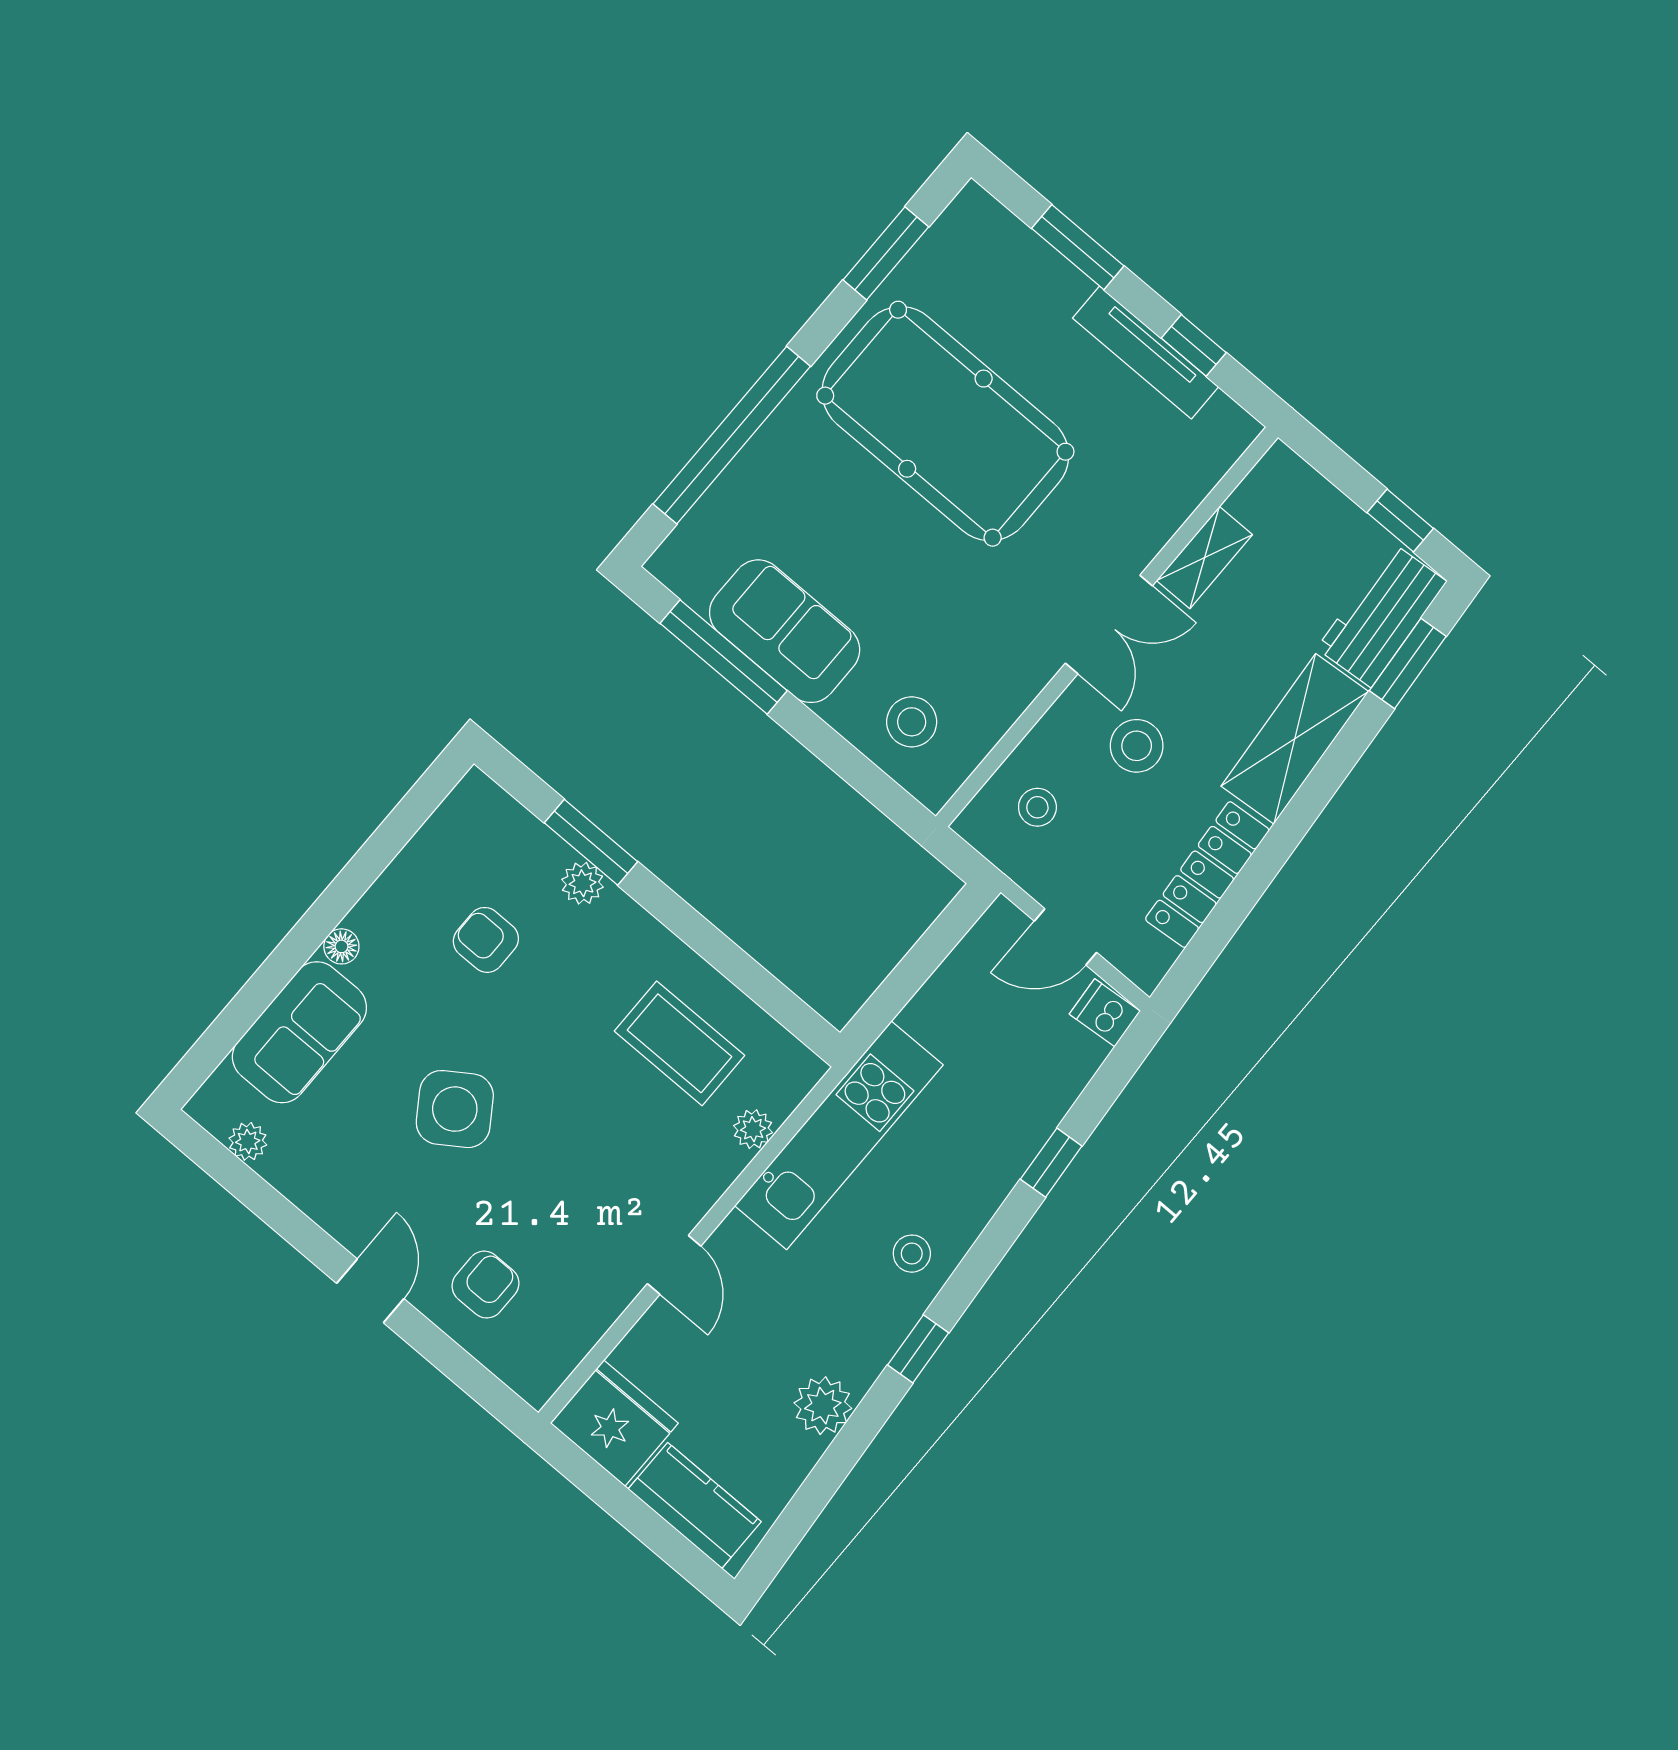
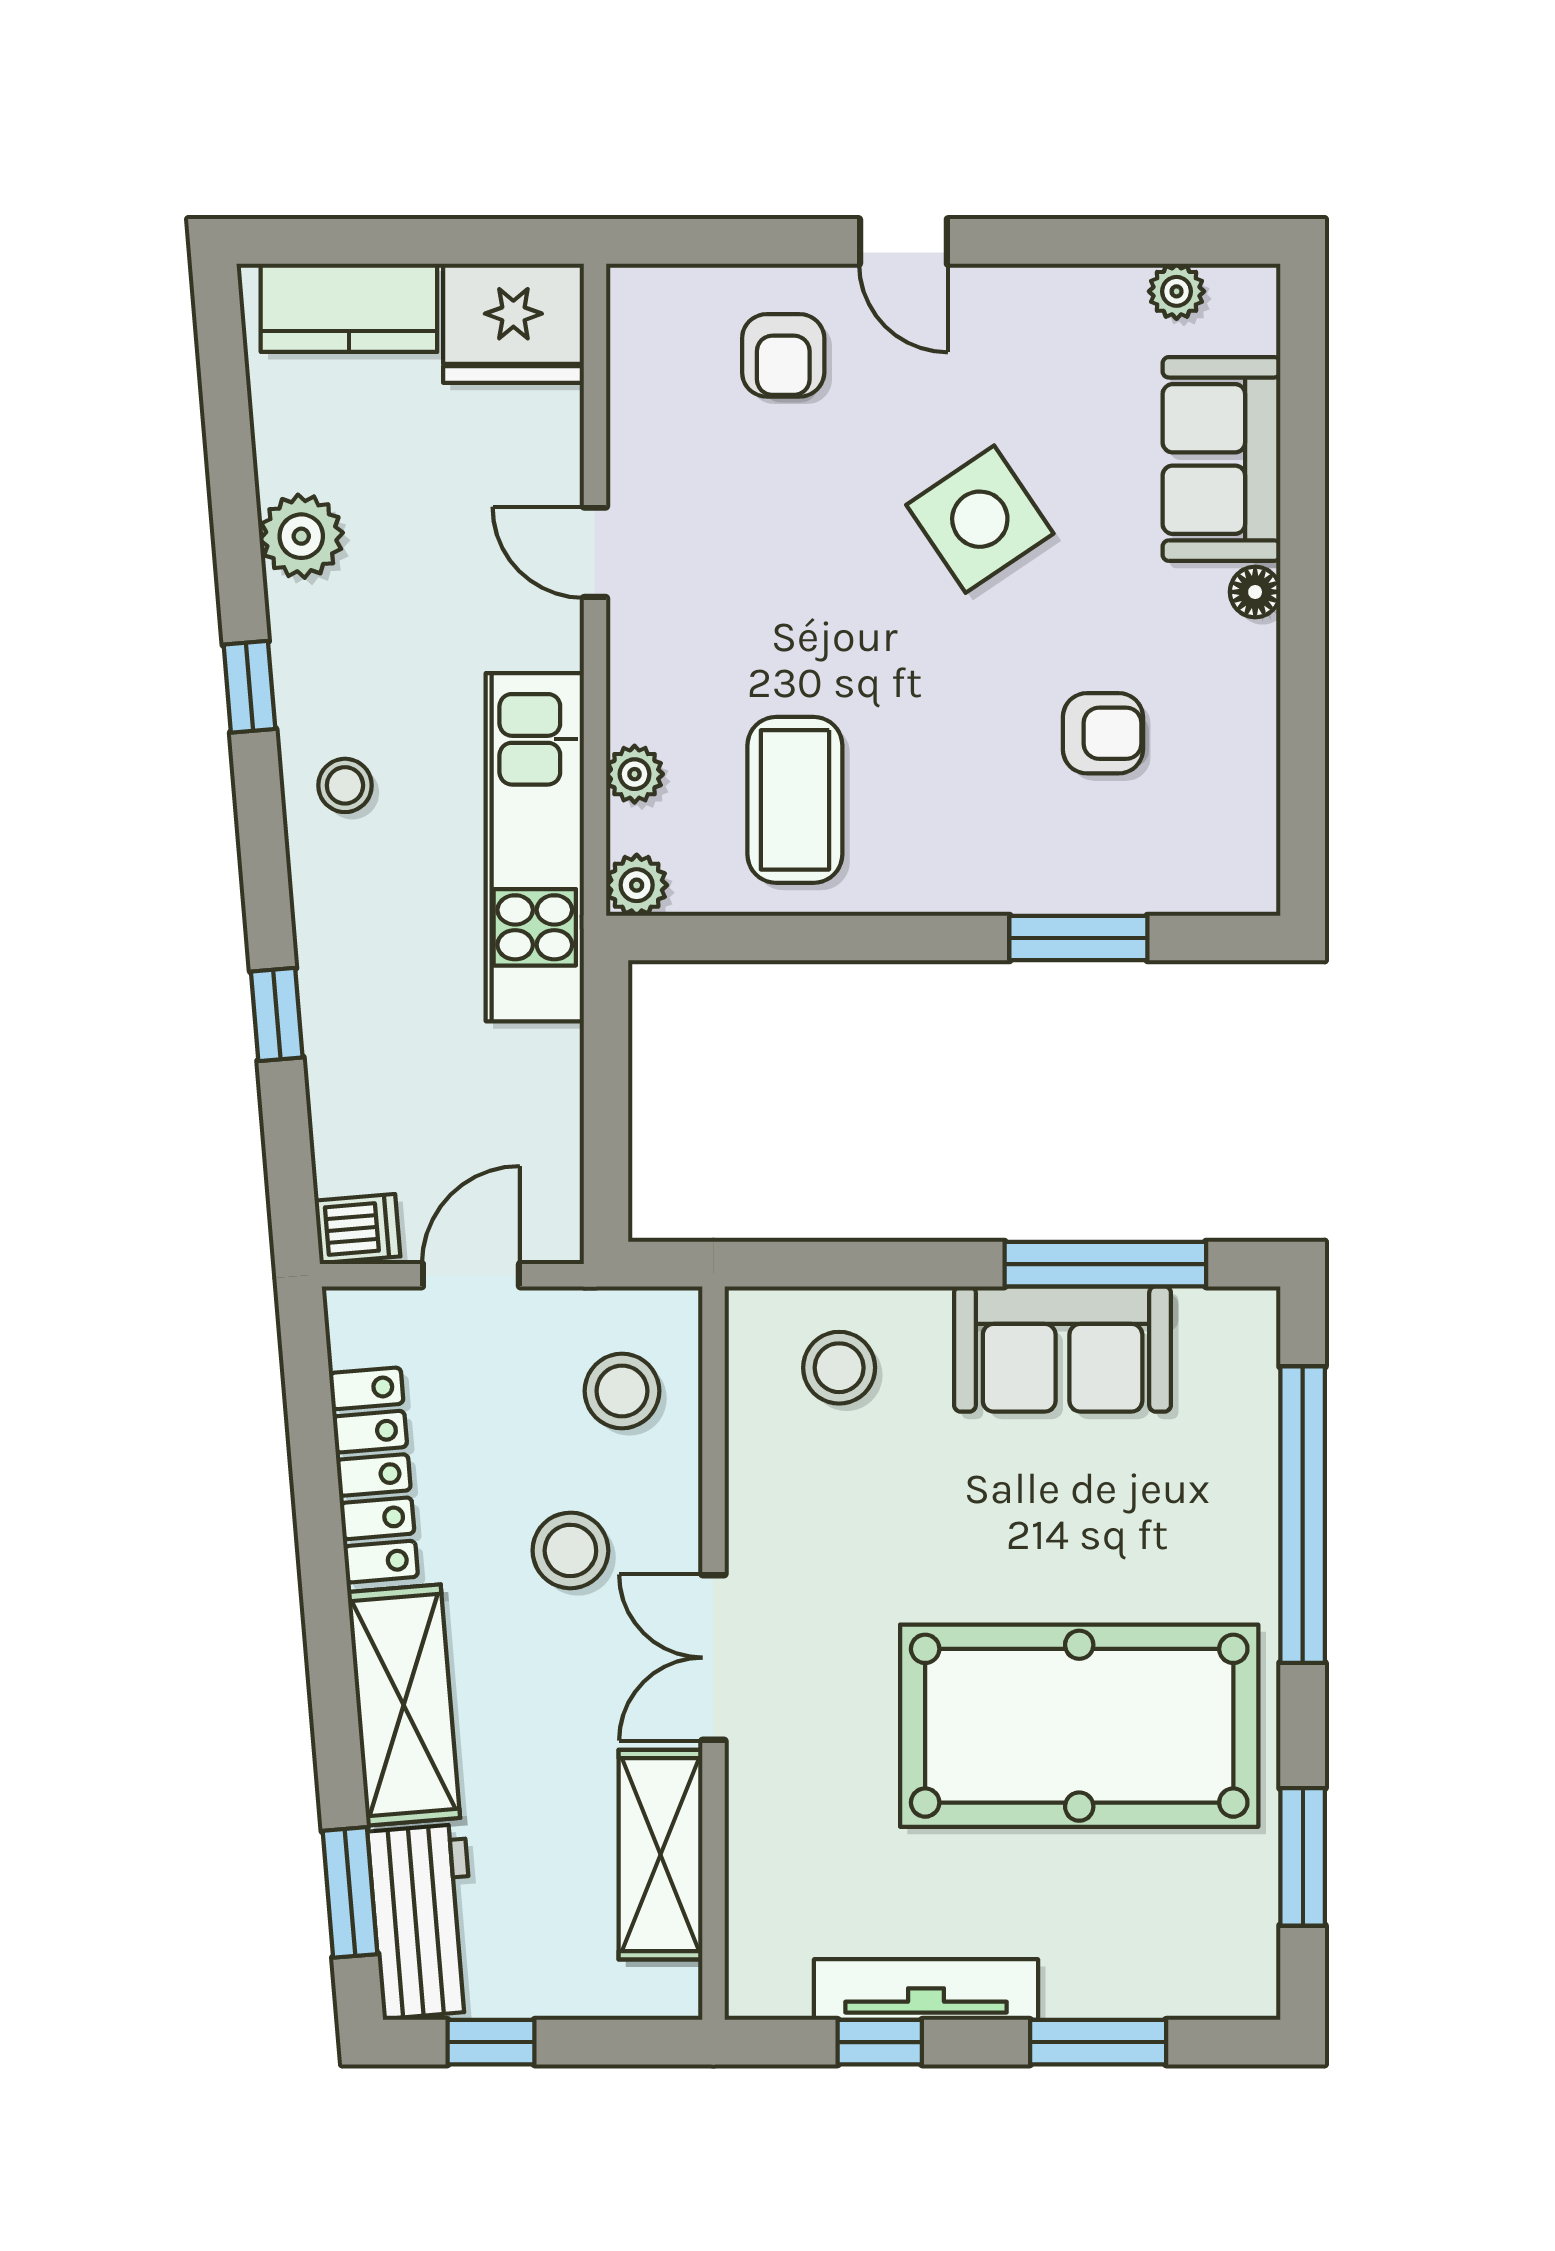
shelving: (1205, 558) -> (660, 1855), width x1.50, depth x1.33
stool: (1037, 807) -> (622, 1391), width x1.37, depth x1.37
plant: (582, 883) -> (637, 885), moved
coffee table: (679, 1043) -> (795, 800), turned 90

